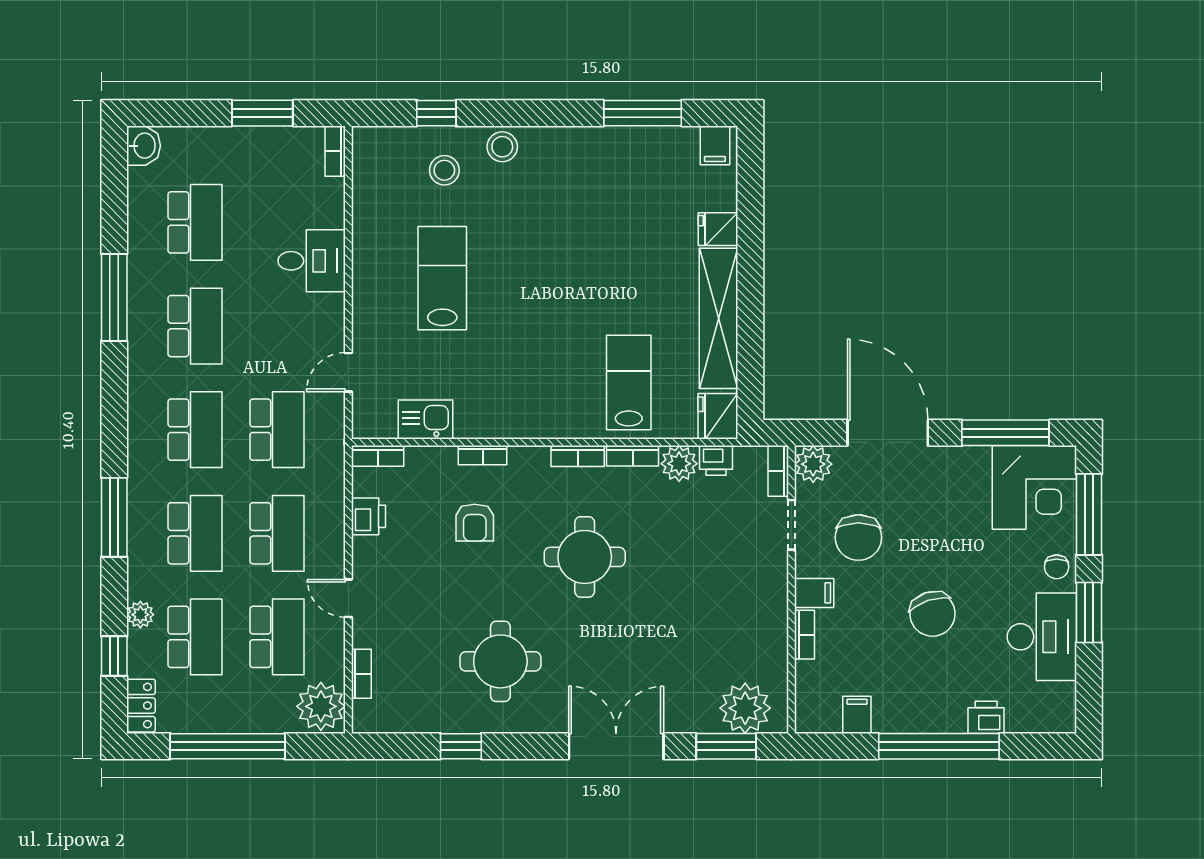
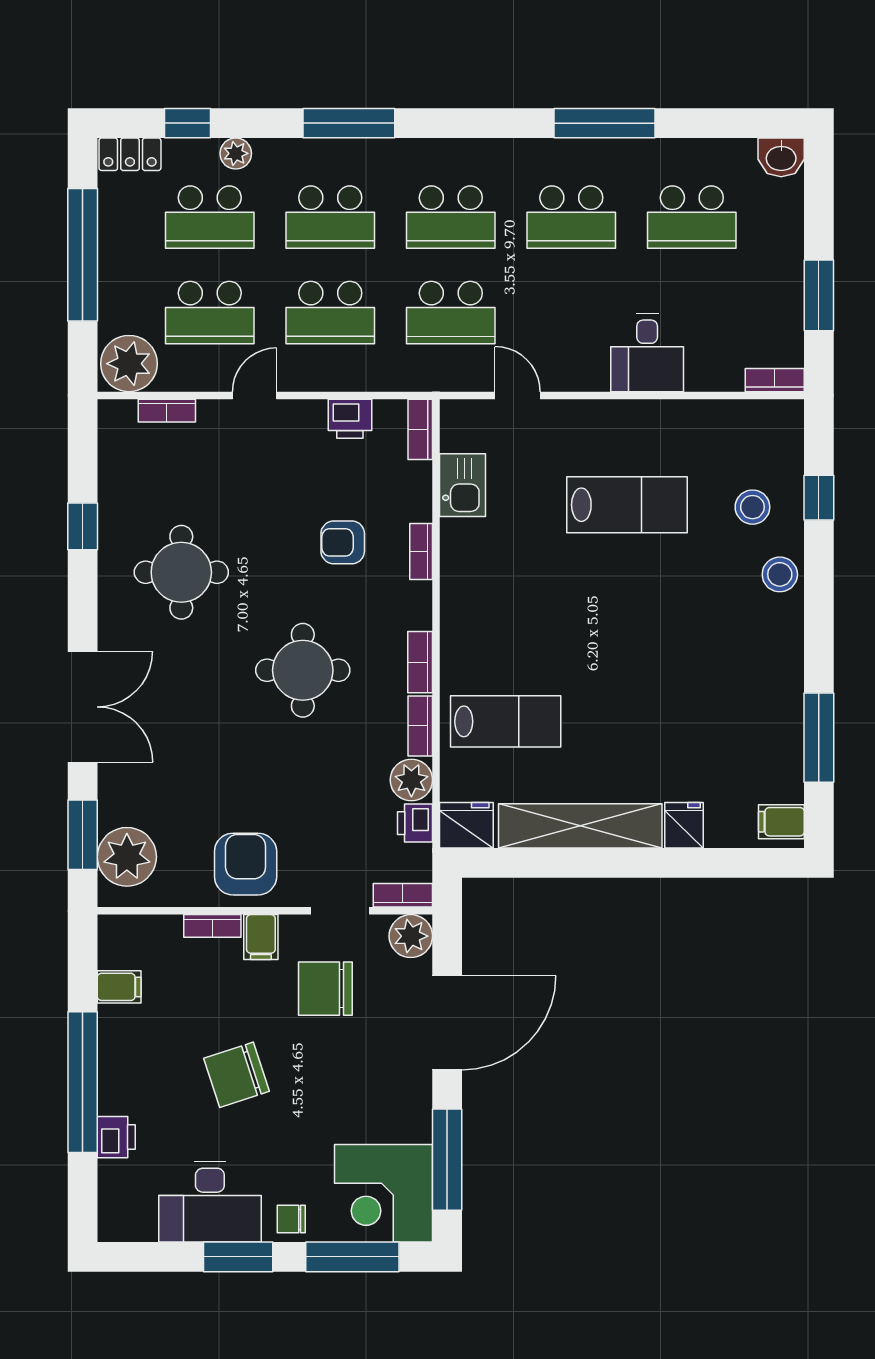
armchair: (751, 606) -> (246, 864), added

